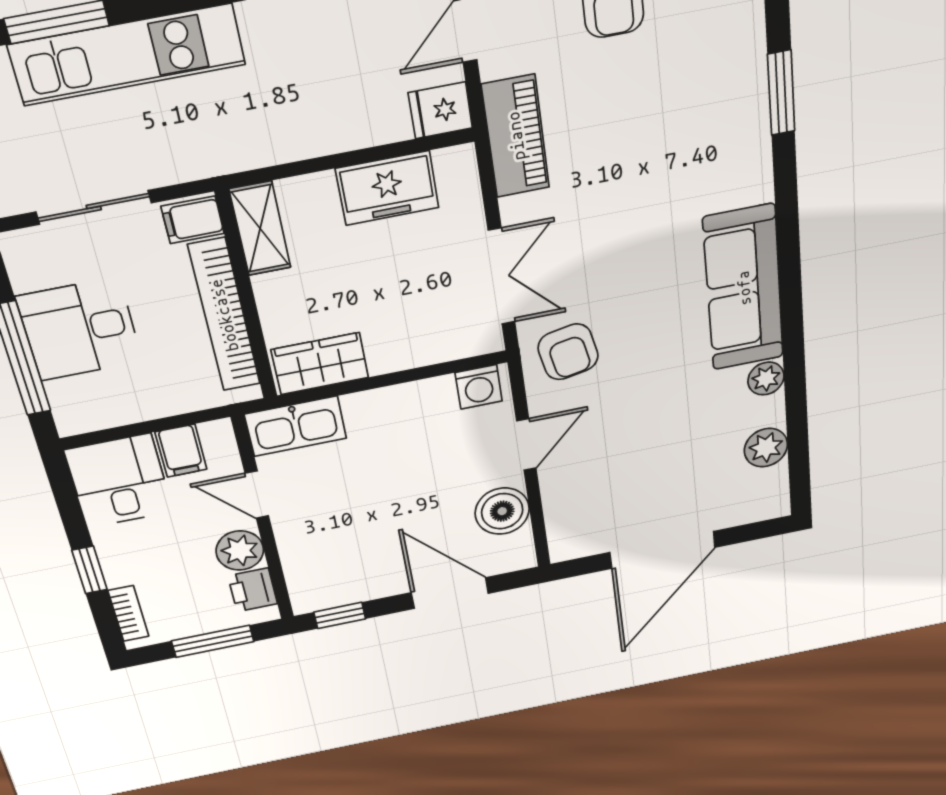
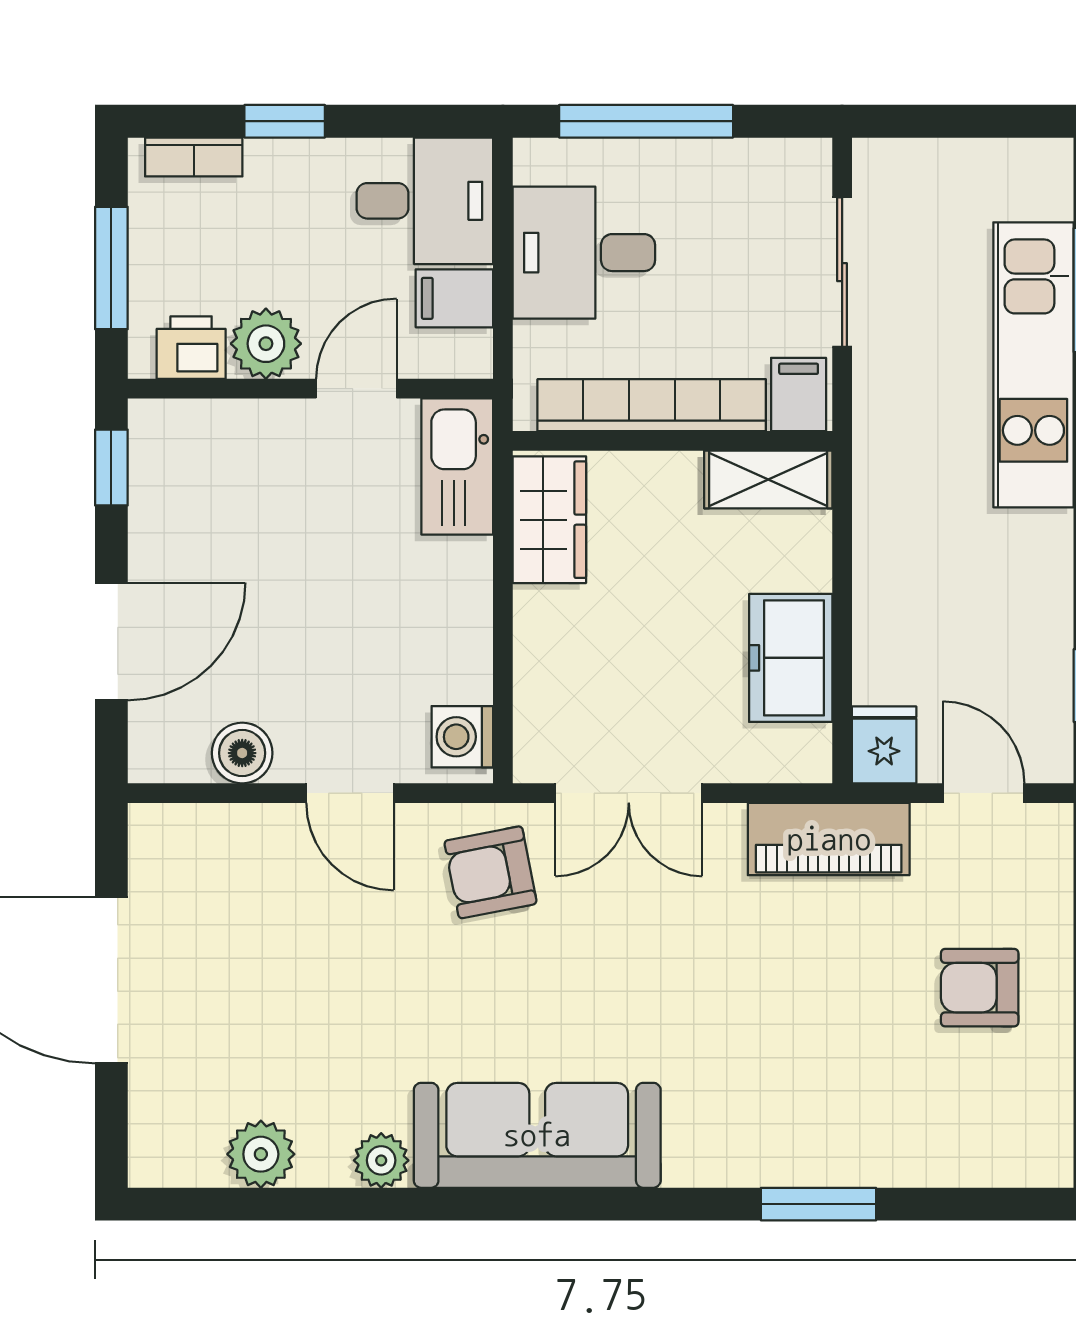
desk: (80, 329) -> (584, 253), moved, turned -90
boiler: (502, 511) -> (242, 753), width x0.73, depth x0.73

